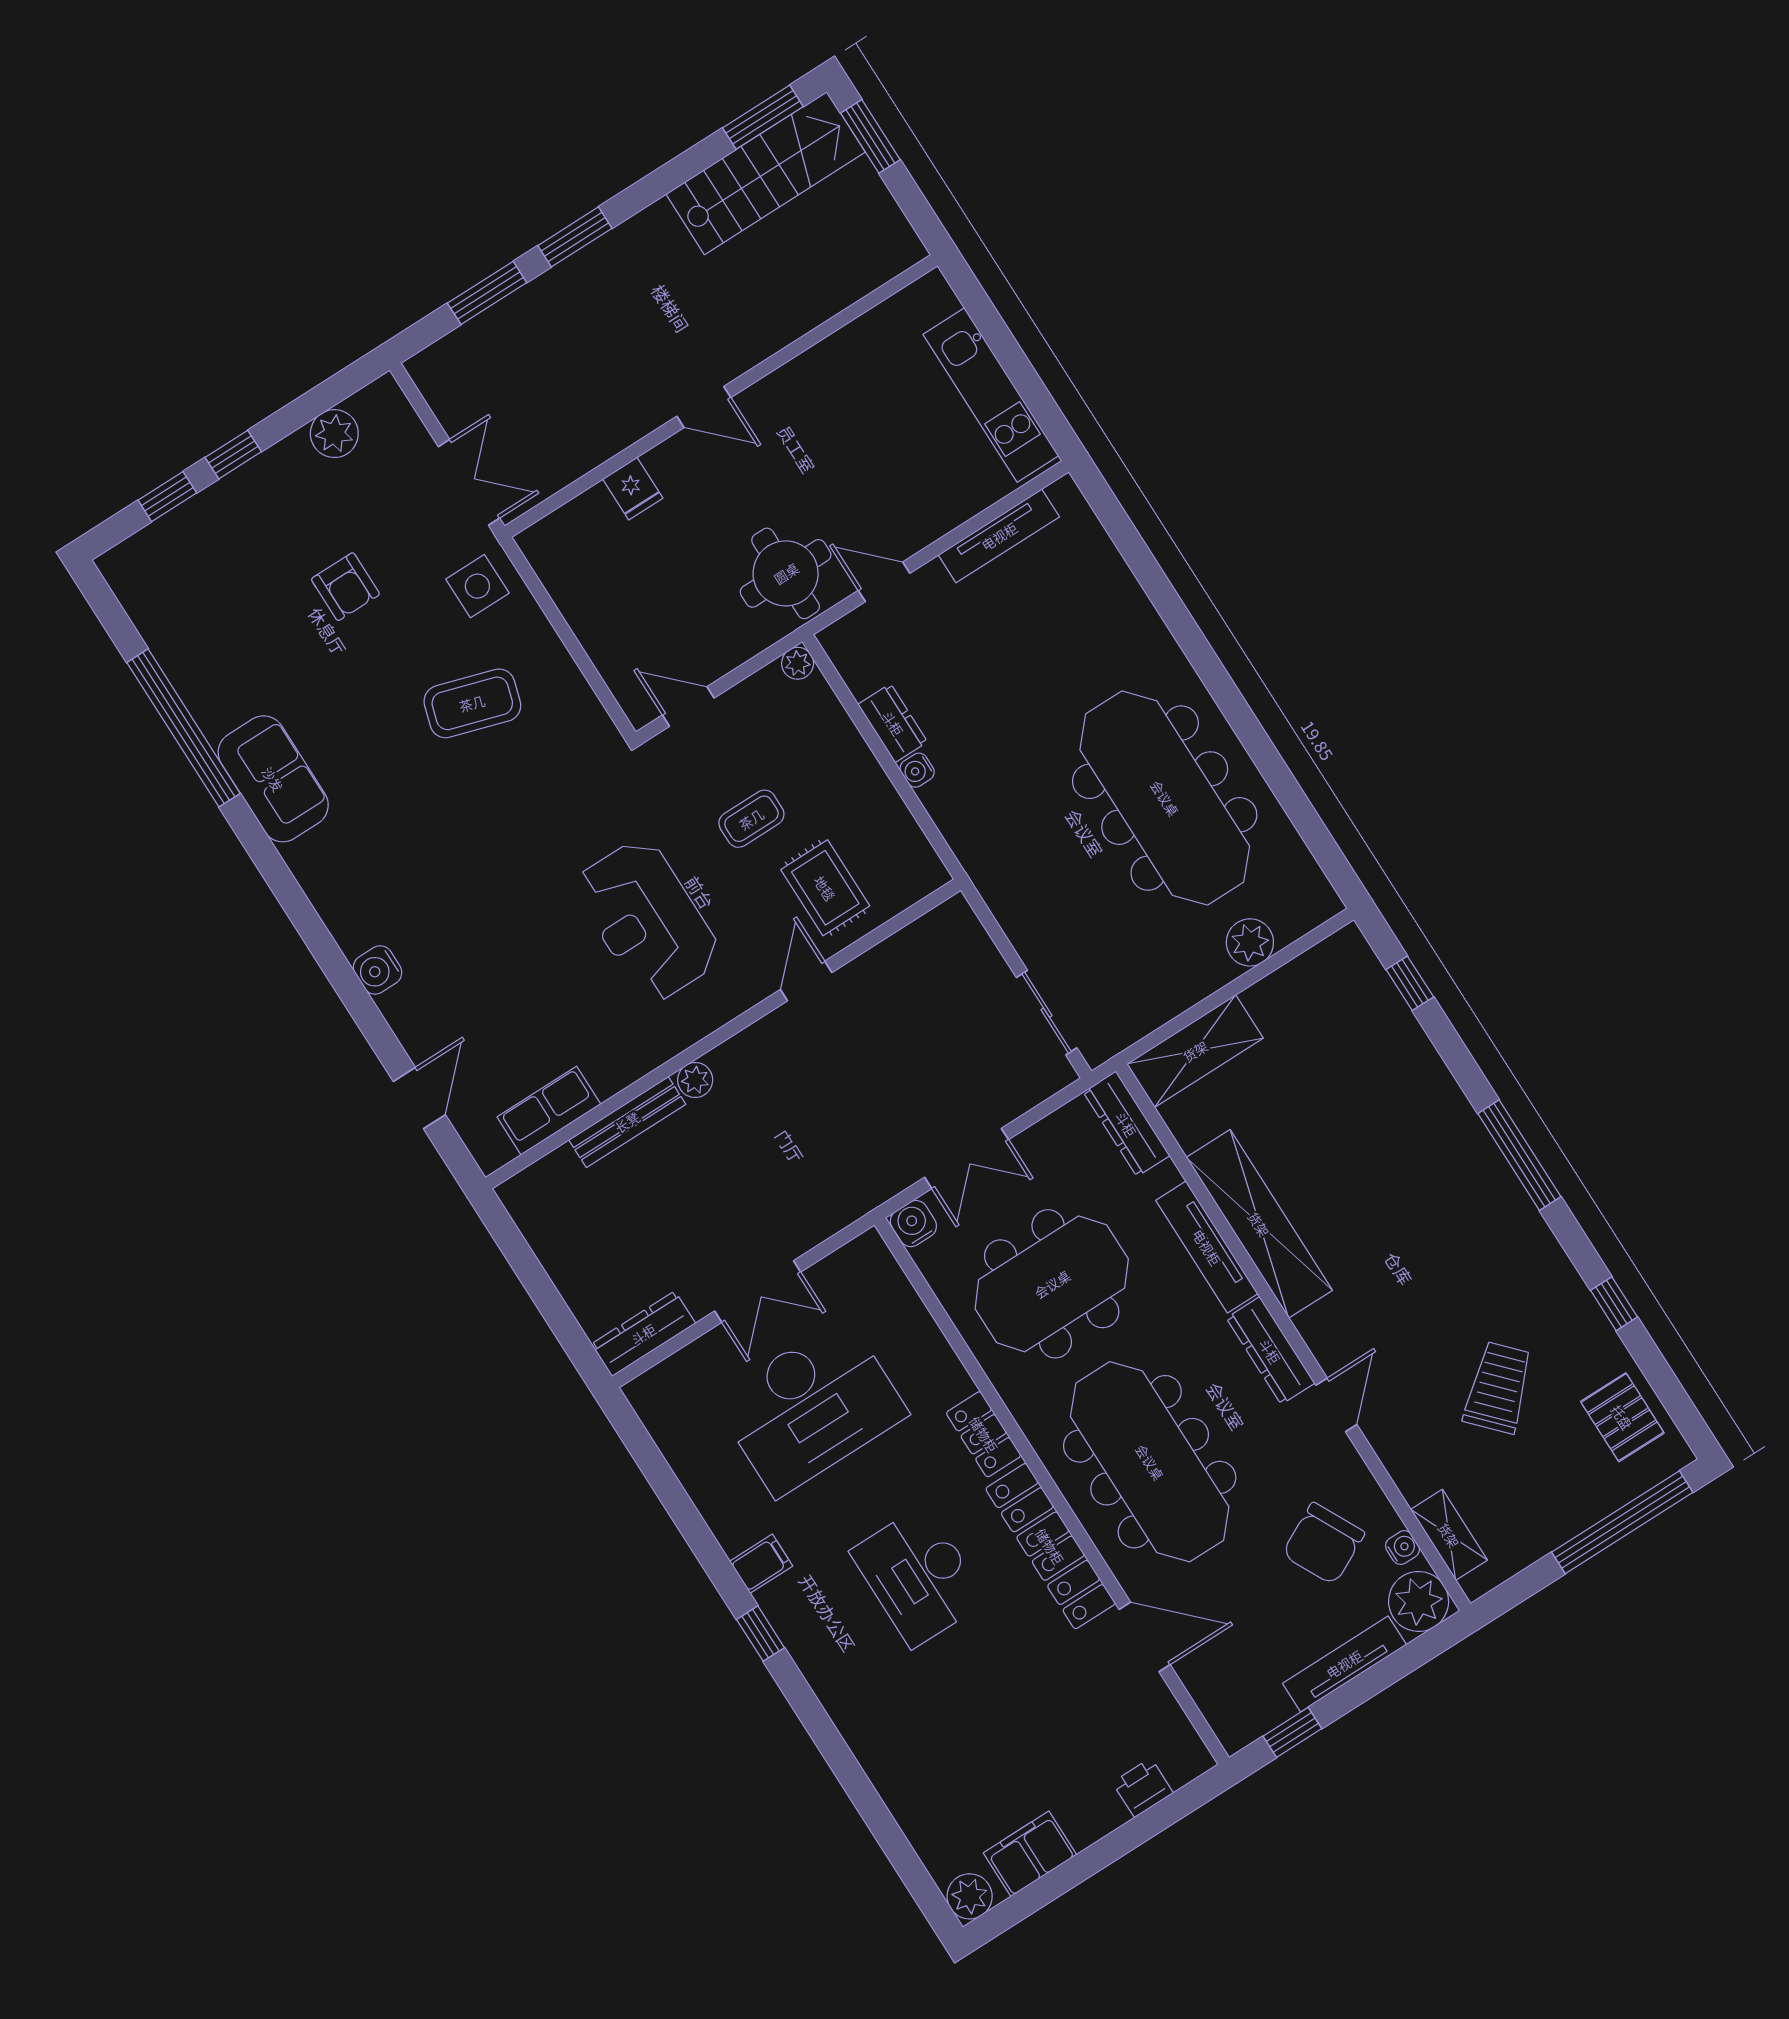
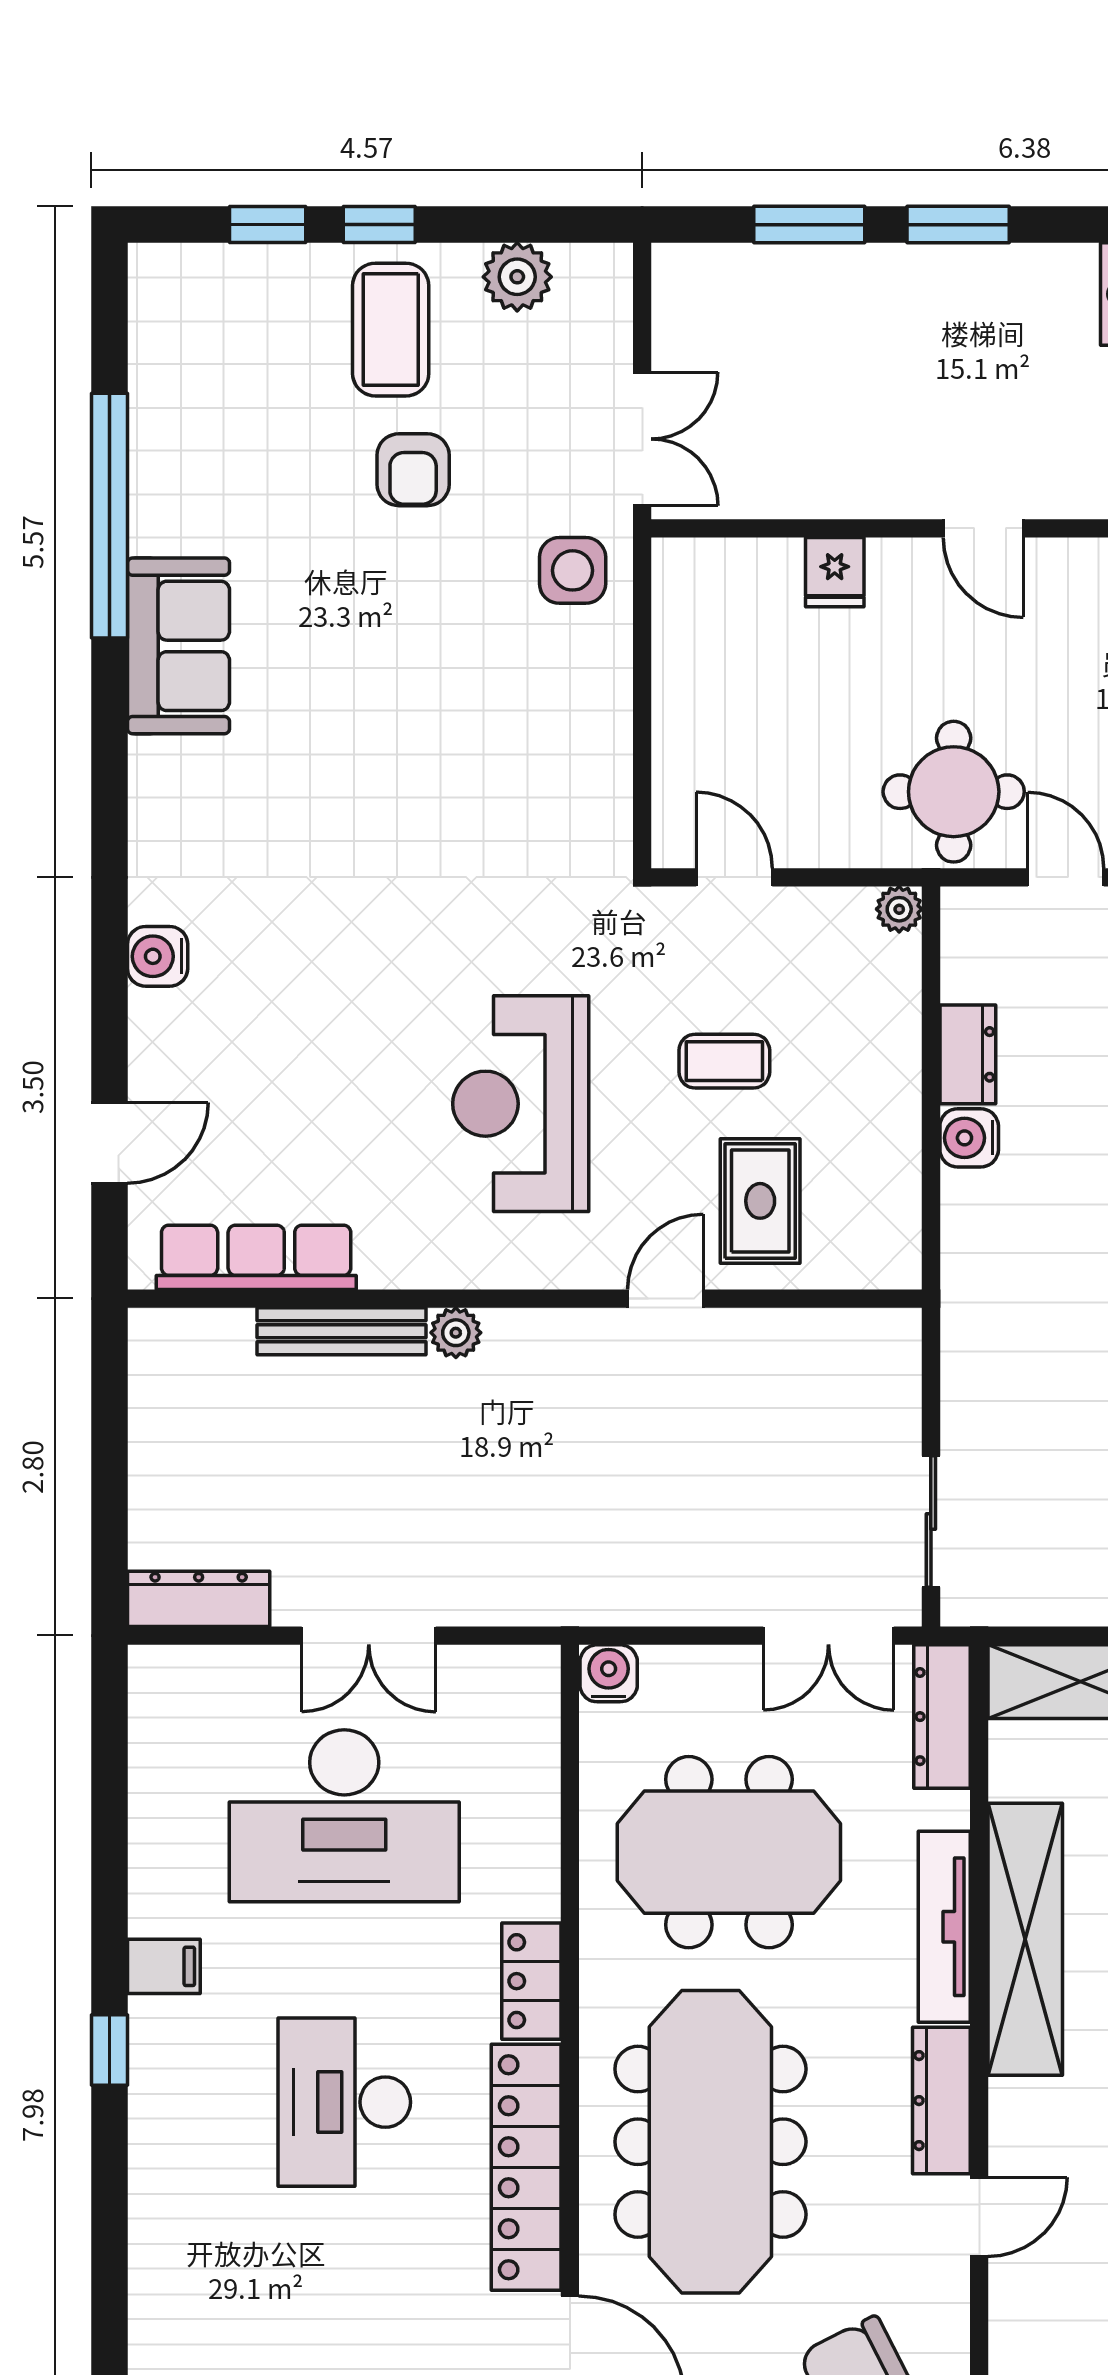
coffee table: (472, 703) -> (391, 330), moved, turned 73
water cooler: (917, 770) -> (969, 1138), width x1.38, depth x1.38
row of seats: (549, 1111) -> (256, 1257), width x1.48
double door: (967, 1158) -> (828, 1636), moved

